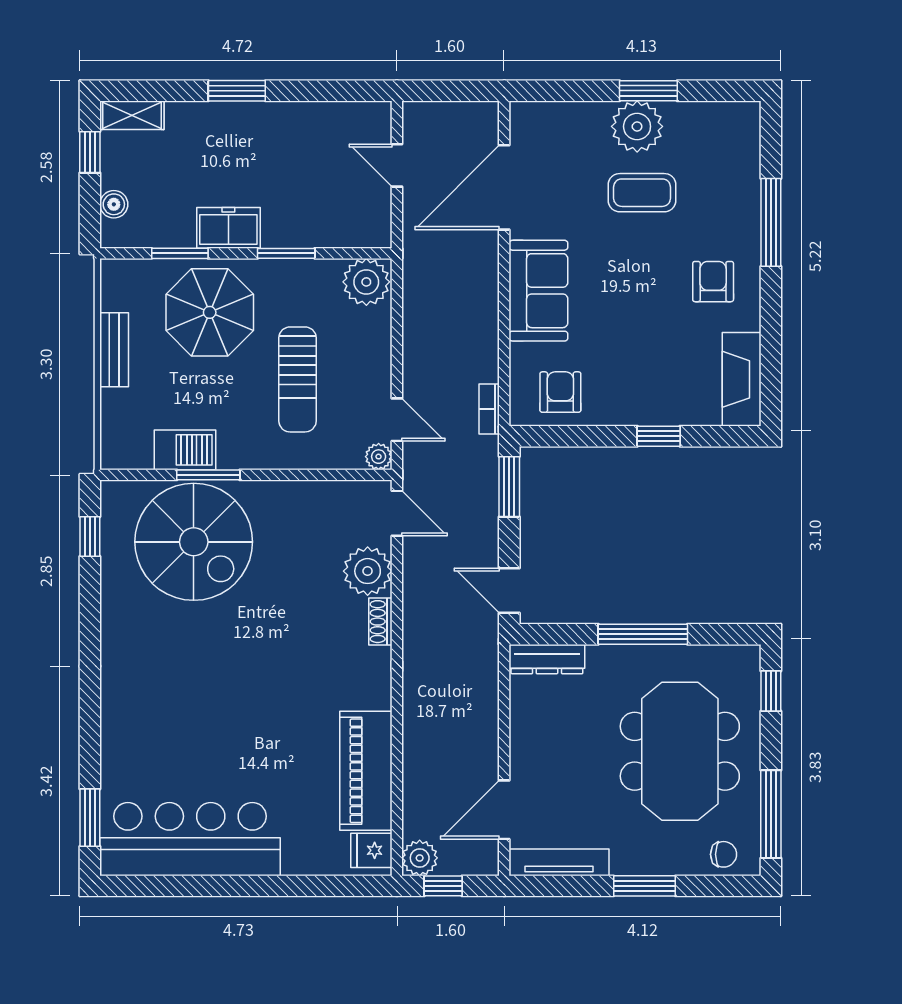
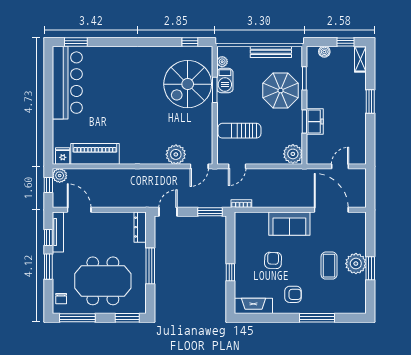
freezer: (228, 228) -> (315, 122), moved
bench: (114, 350) -> (271, 52), width x1.36
sun lounger: (298, 379) -> (239, 131), moved
armchair: (560, 392) -> (273, 260), moved, turned -88
plant: (379, 457) -> (222, 62), moved
shoe rack: (380, 622) -> (155, 160), removed
window: (771, 691) -> (127, 318), width x1.50
window: (573, 886) -> (48, 238), added

